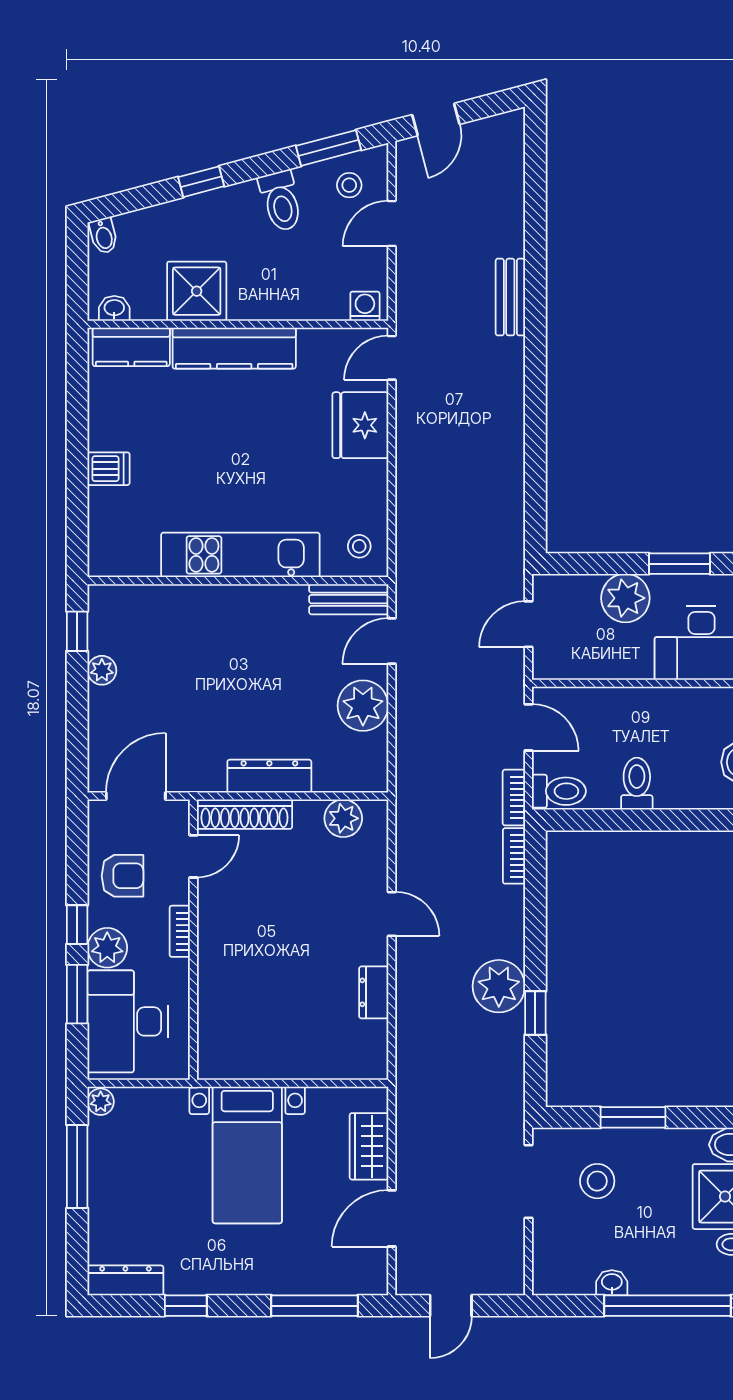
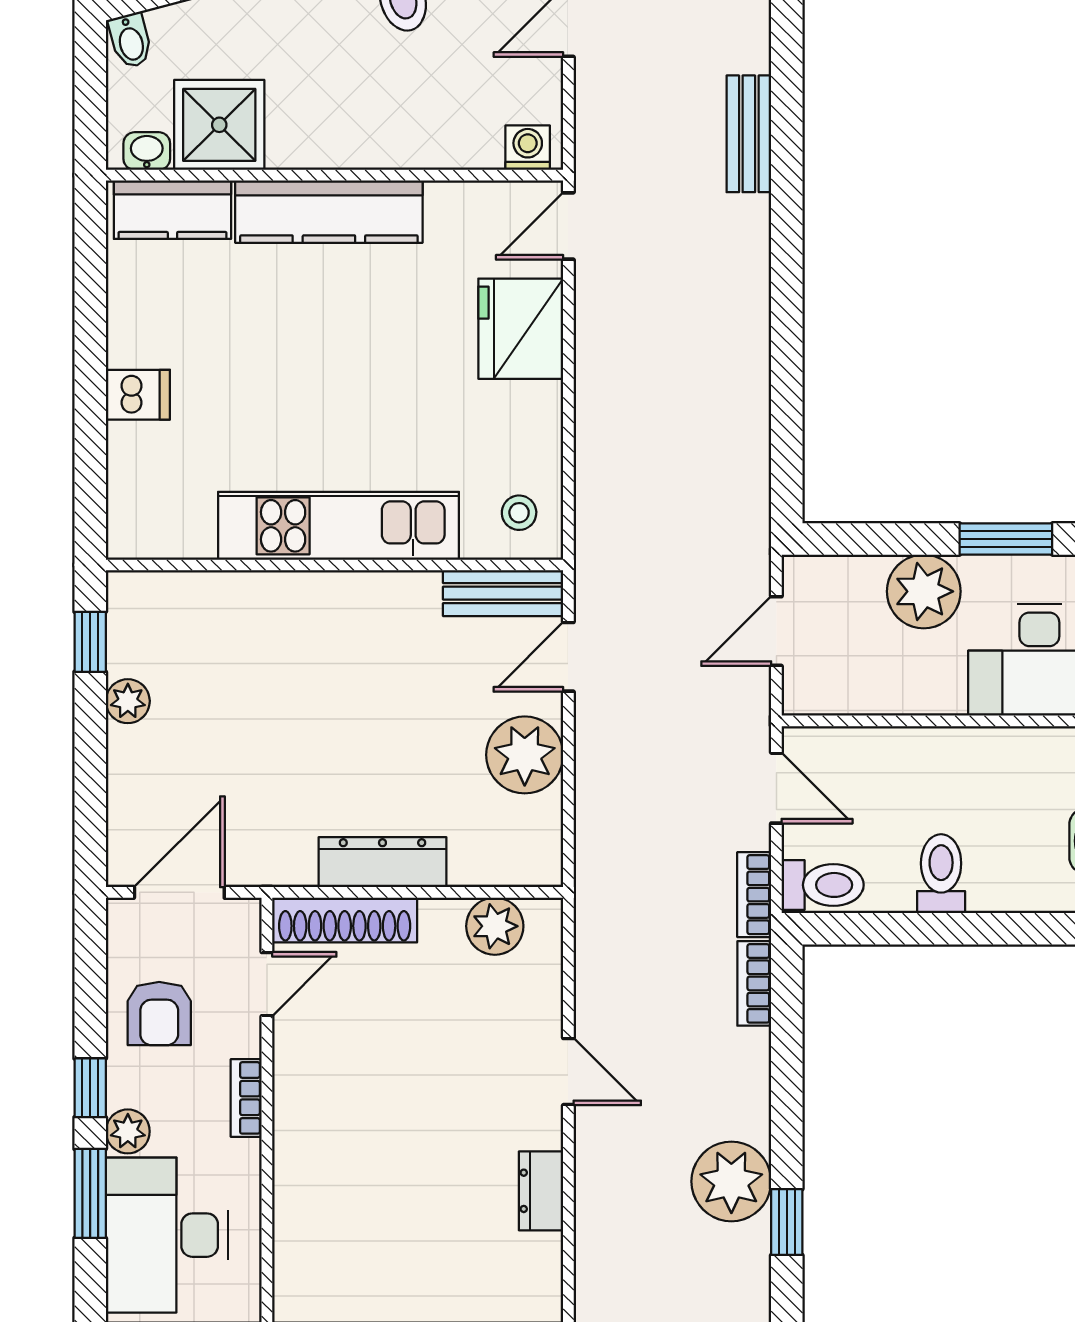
shower: (197, 291) -> (219, 125), moved
armchair: (122, 876) -> (159, 1014), turned 90
plant: (107, 948) -> (128, 1131), width x0.73, depth x0.73

